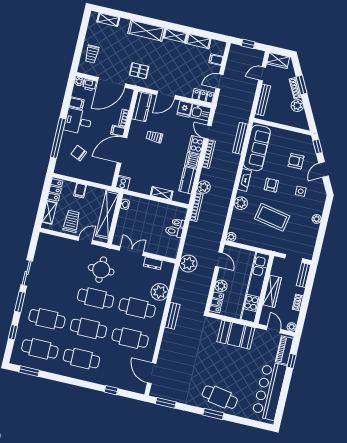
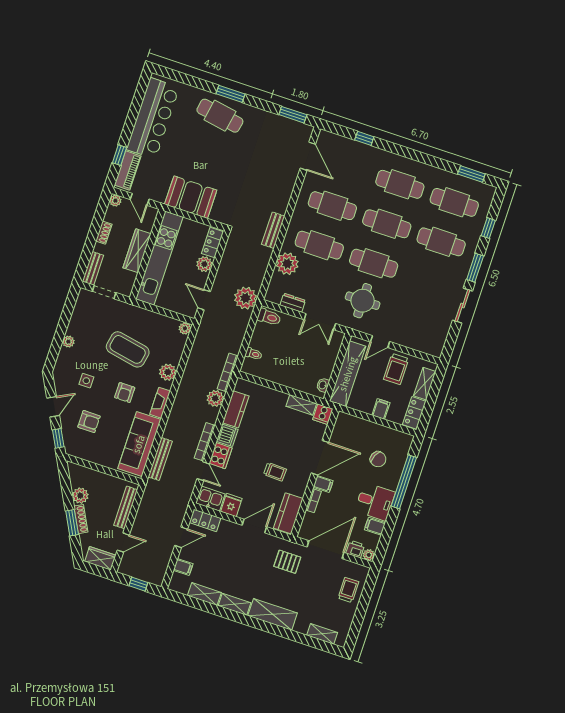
shelving: (162, 193) -> (301, 405), moved
toilet: (174, 231) -> (269, 317), moved

